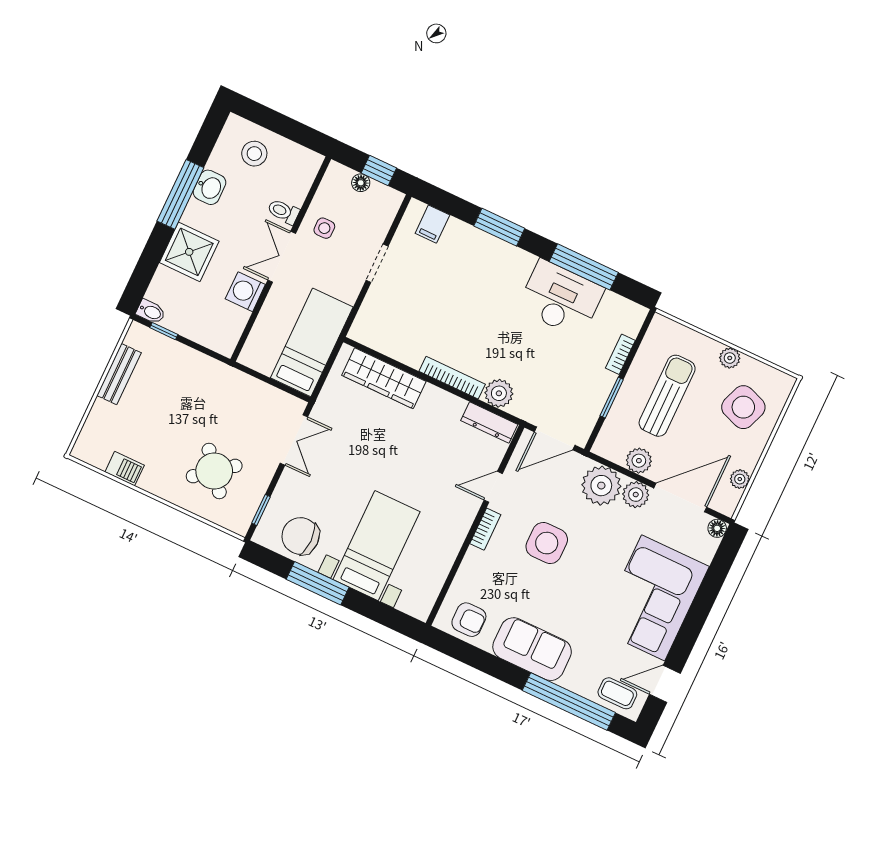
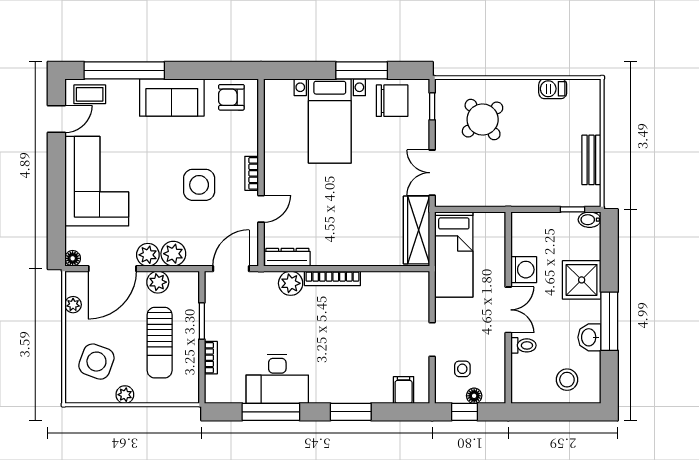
side table: (324, 228) -> (462, 369), moved
wardrobe: (384, 378) -> (417, 230), moved, turned -90
plant: (601, 486) -> (173, 254), width x0.73, depth x0.73

